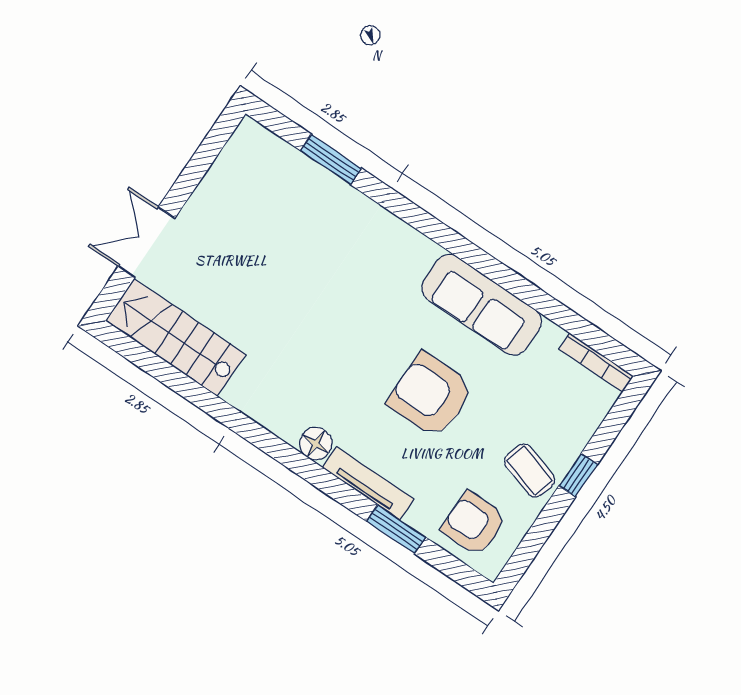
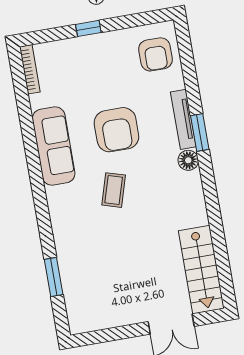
coffee table: (529, 471) -> (114, 190), moved
window: (396, 529) -> (200, 132), moved

